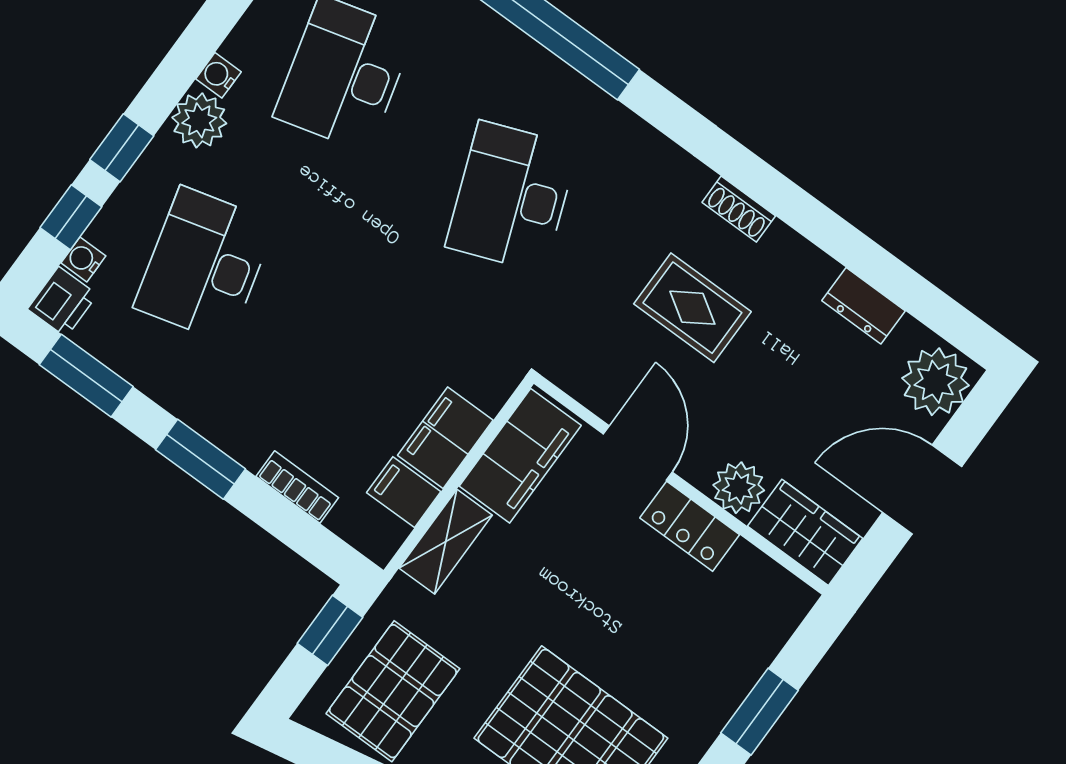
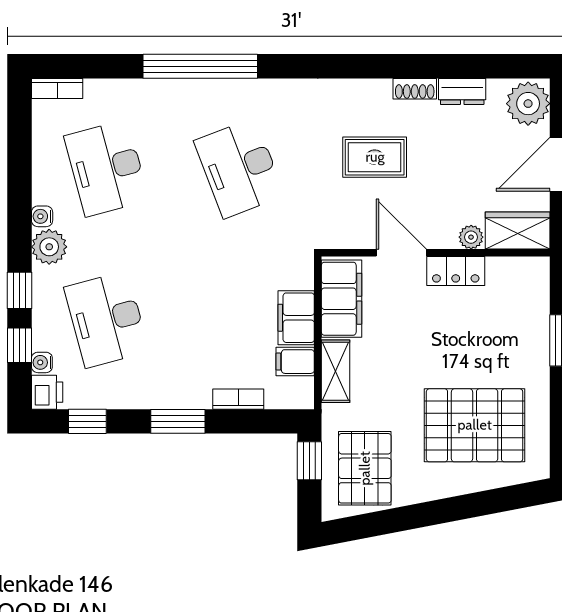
shoe rack: (739, 209) -> (415, 89), moved
window: (86, 376) -> (87, 421), width x0.67
plant: (739, 488) -> (471, 237), width x0.73, depth x0.73

